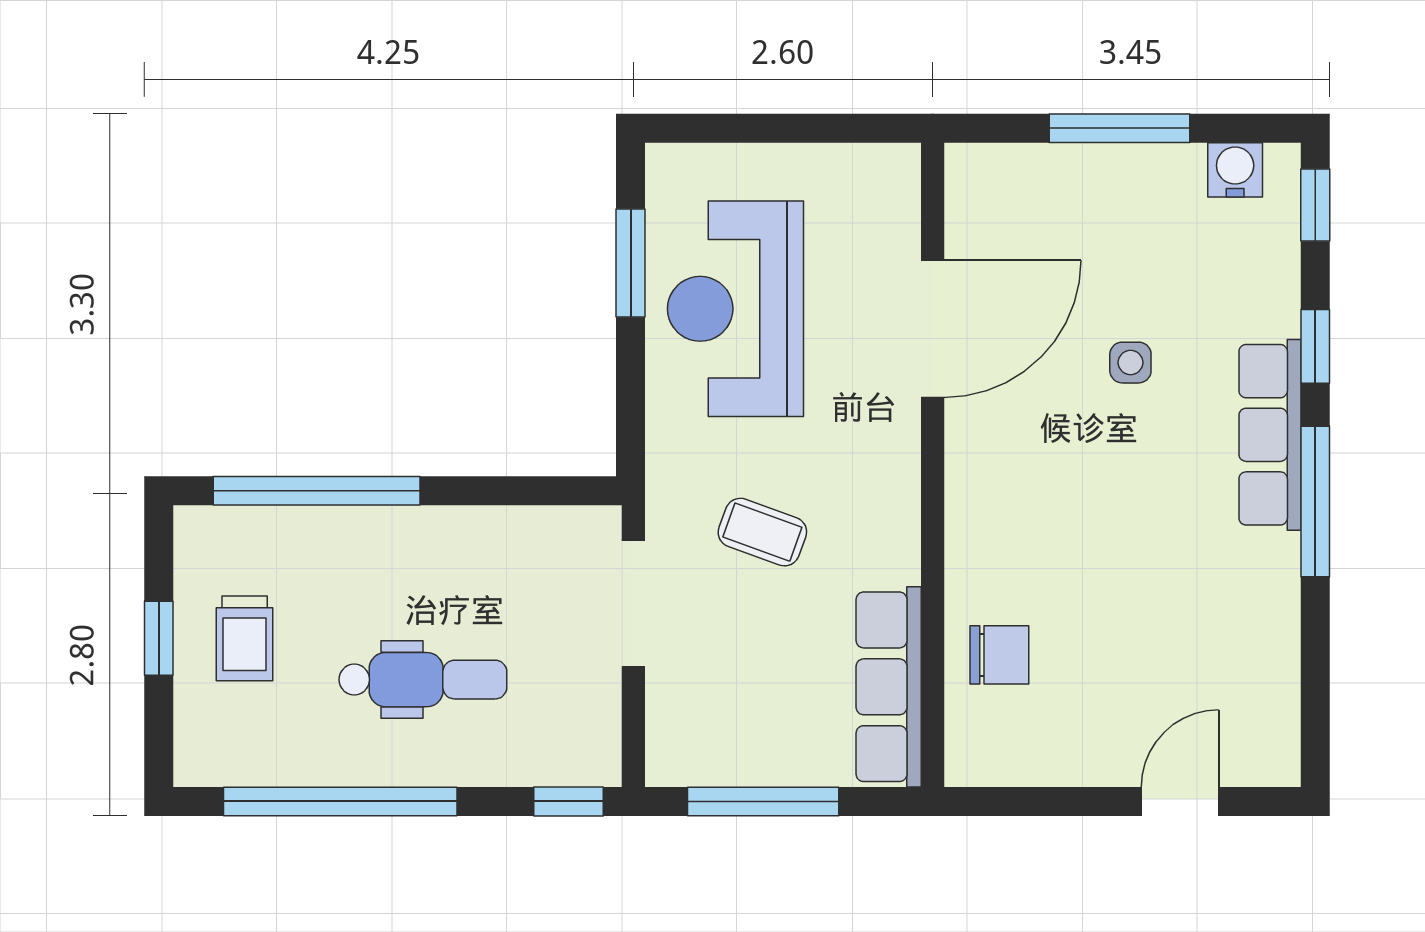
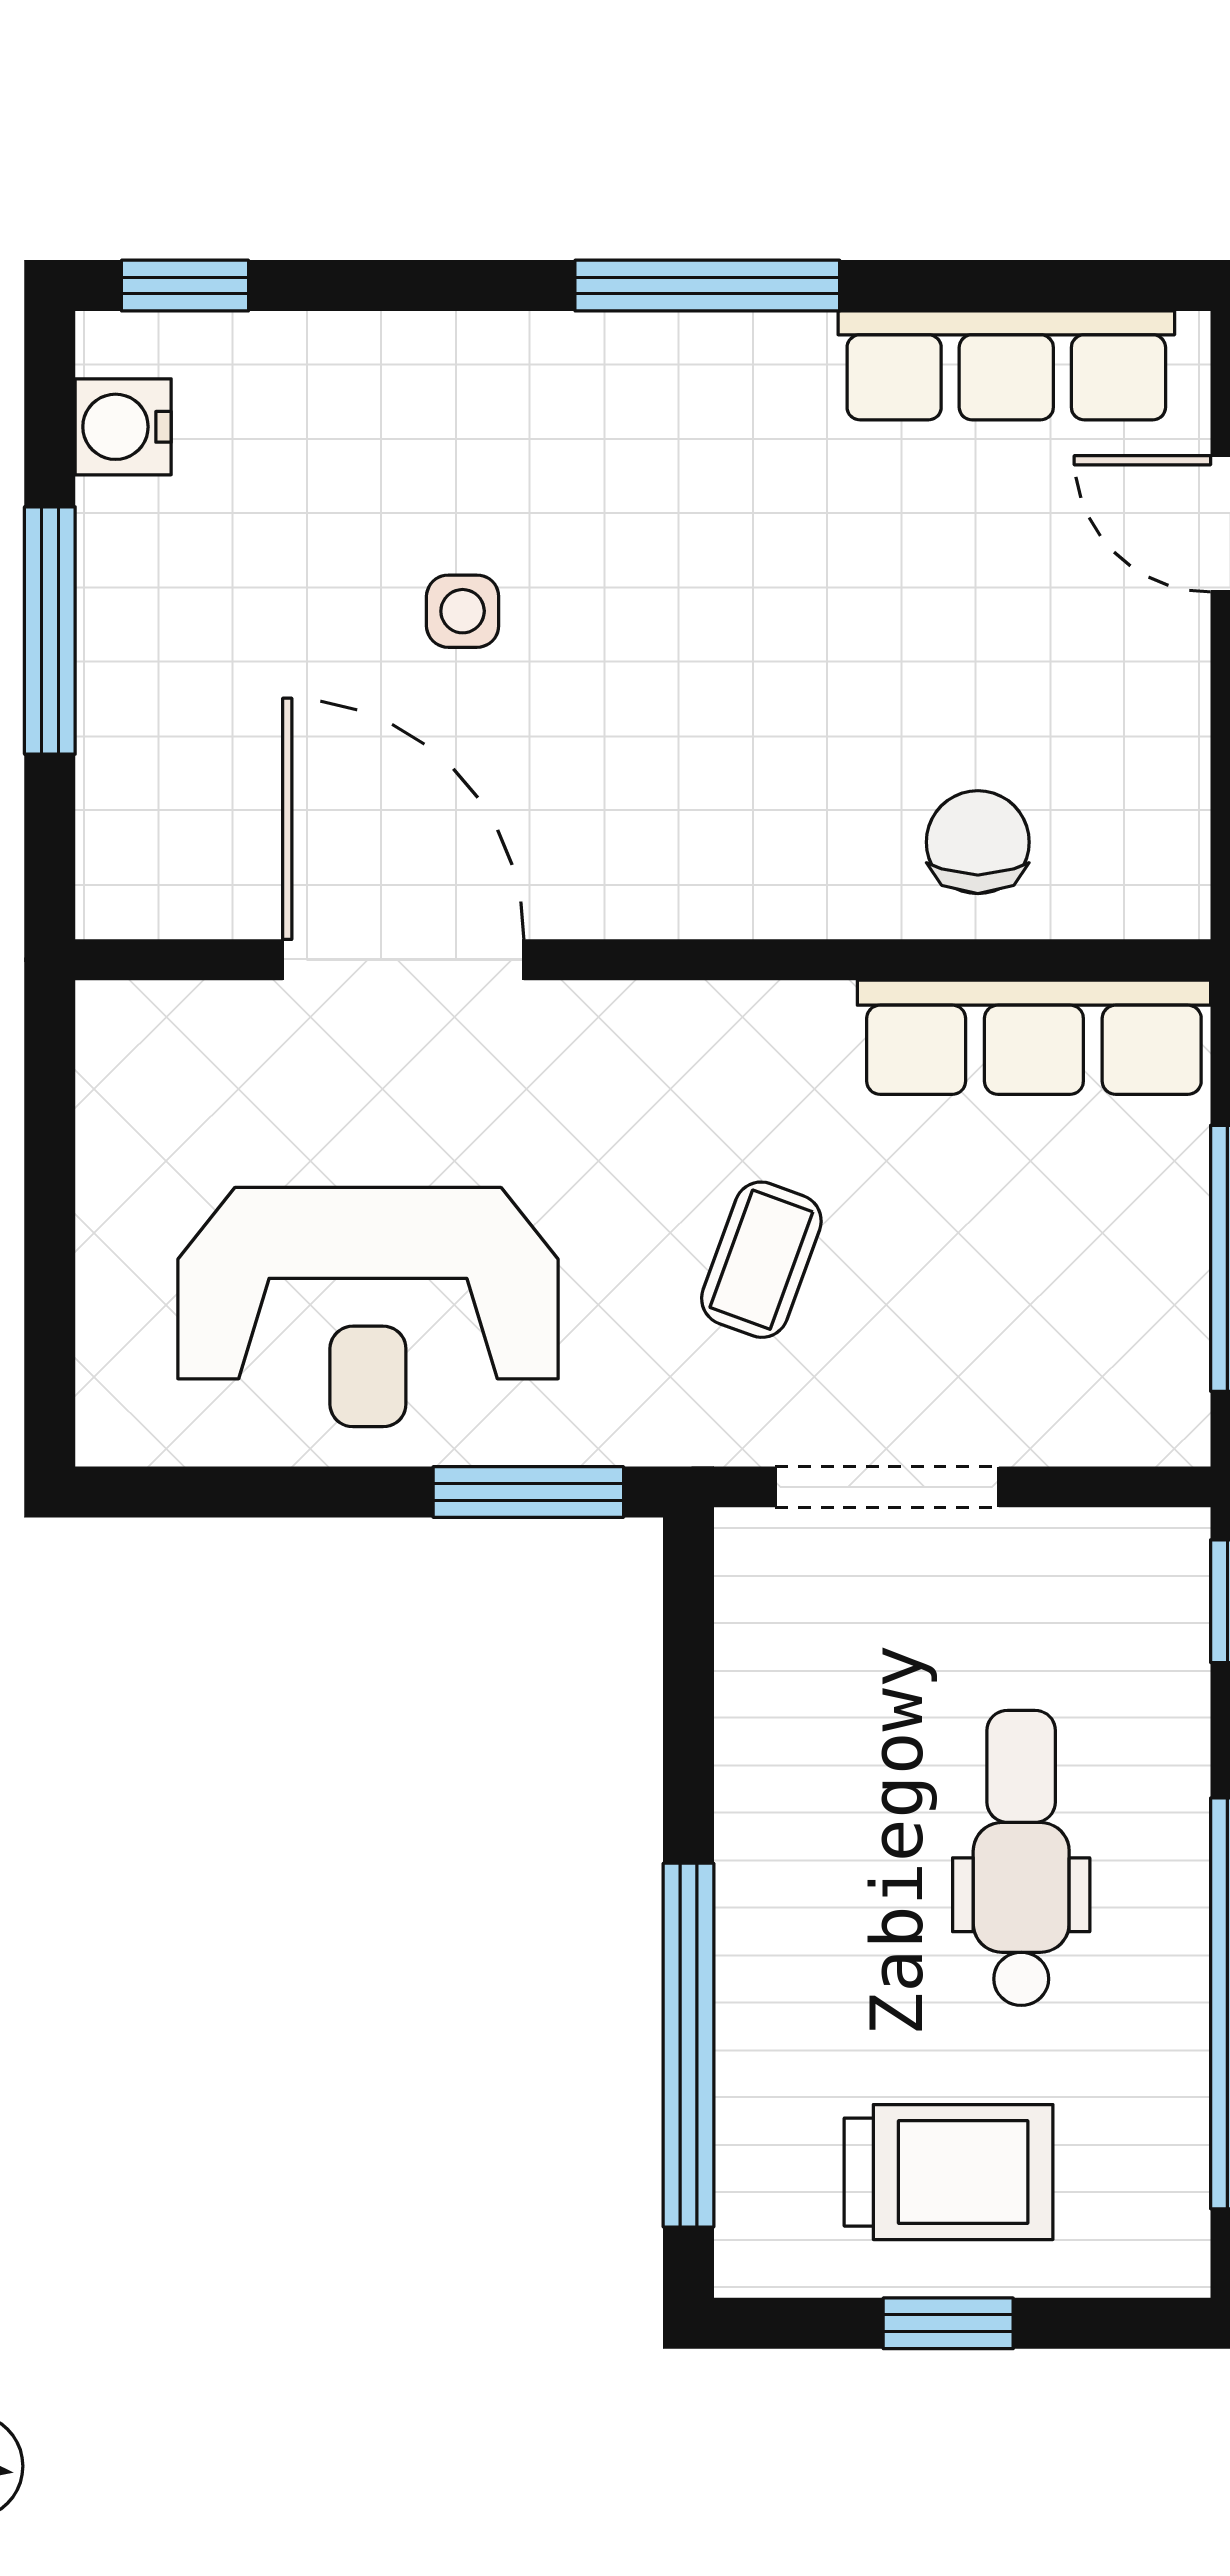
window: (631, 263) -> (528, 1492), moved
window: (1315, 346) -> (434, 286), removed
row of seats: (1270, 435) -> (1006, 365), moved
trolley: (245, 638) -> (949, 2172), width x1.36, depth x1.39

